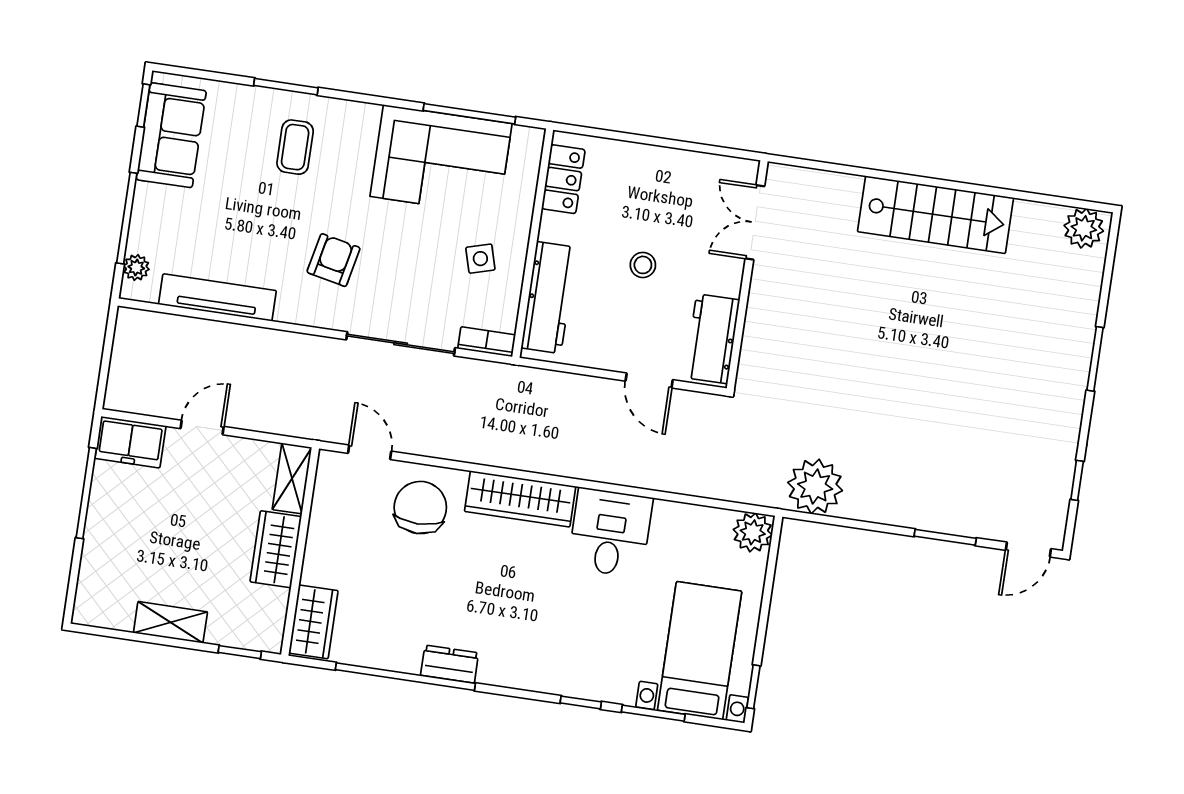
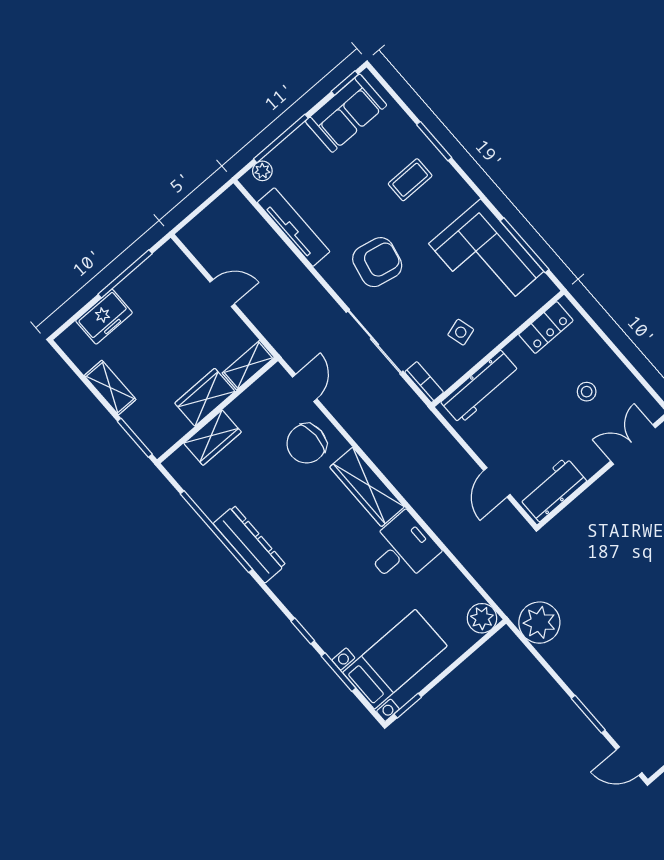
armchair: (334, 260) -> (377, 262), width x1.38, depth x1.38
stool: (643, 265) -> (587, 392), moved
freezer: (130, 442) -> (104, 317), moved, turned -90
chair: (420, 508) -> (306, 444), turned 180
wardrobe: (313, 622) -> (213, 438), moved
window: (240, 652) -> (135, 438), width x1.50
dresser: (450, 664) -> (250, 544), width x1.96, depth x1.24

